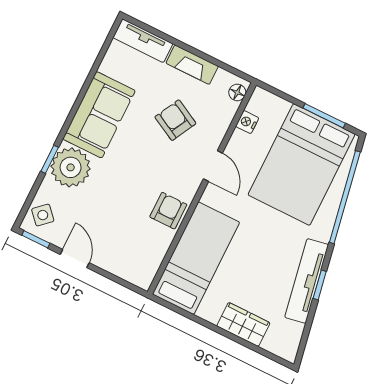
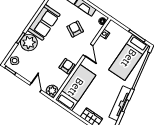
bed: (302, 165) -> (129, 58), width x0.67
door: (75, 259) -> (36, 88), moved
plant: (141, 274) -> (52, 91), added

